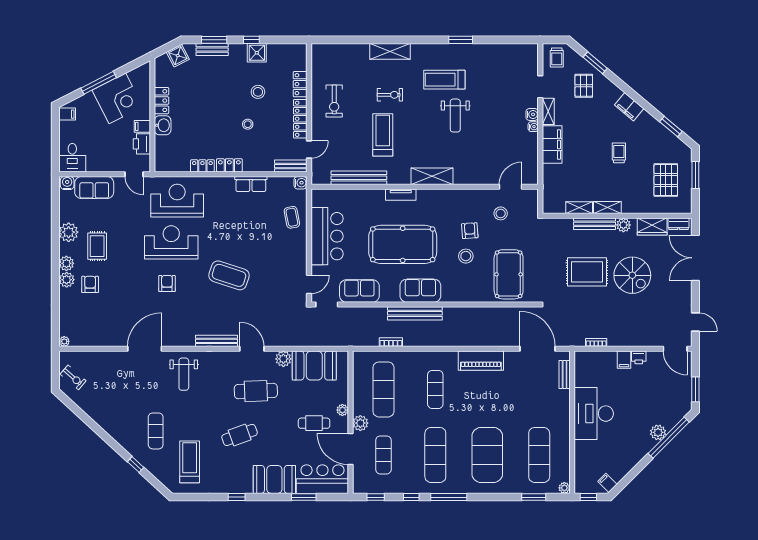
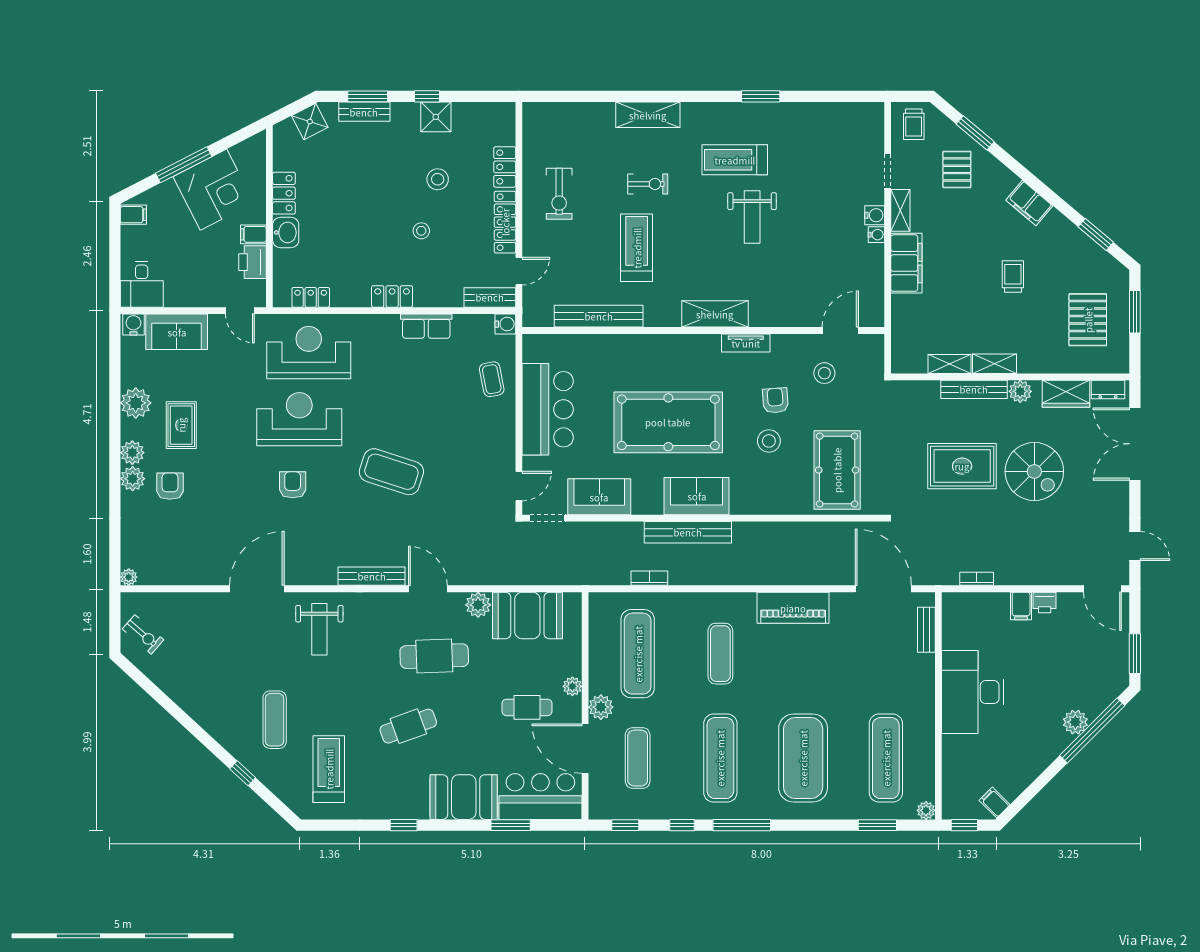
locker: (202, 166) -> (311, 297), moved
tv unit: (401, 195) -> (746, 343), moved

